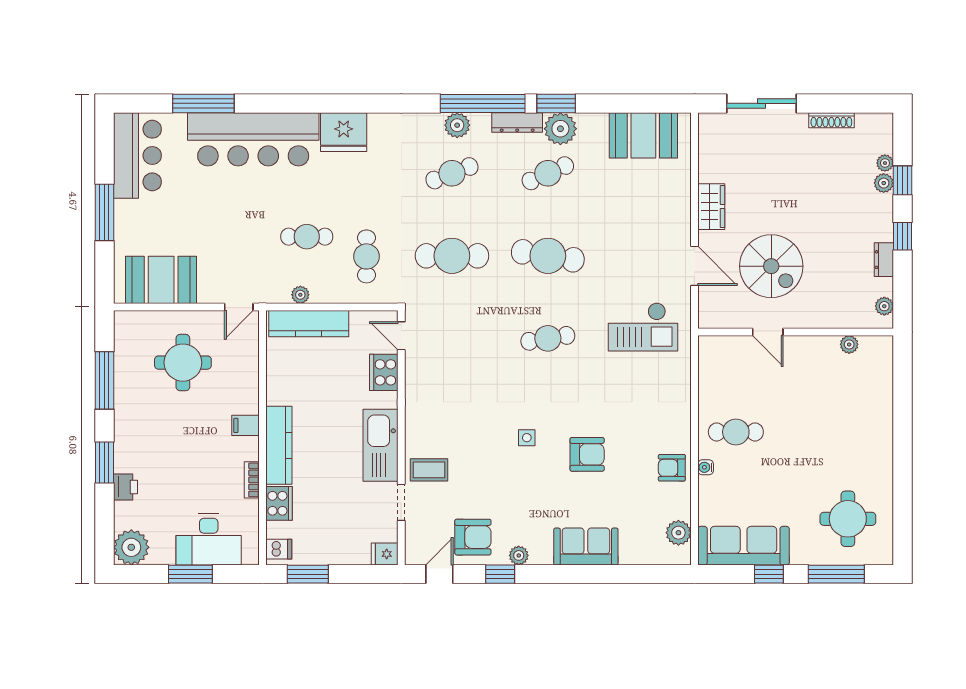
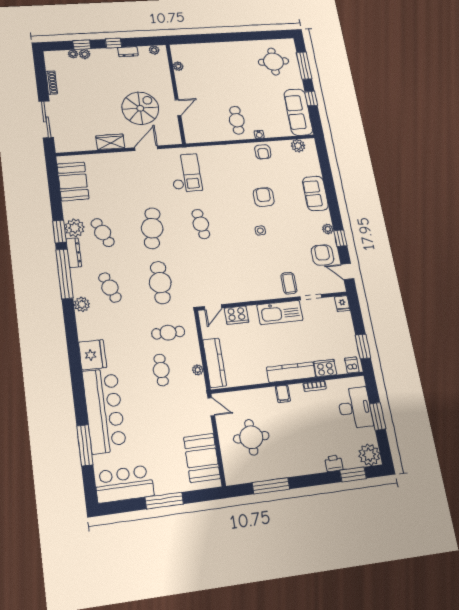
plant: (457, 125) -> (82, 304), moved
window: (104, 463) -> (353, 474), moved

